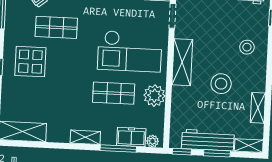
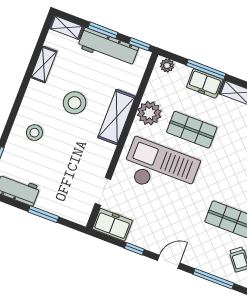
shelving: (182, 62) -> (117, 117), moved
freezer: (131, 137) -> (205, 83), moved

